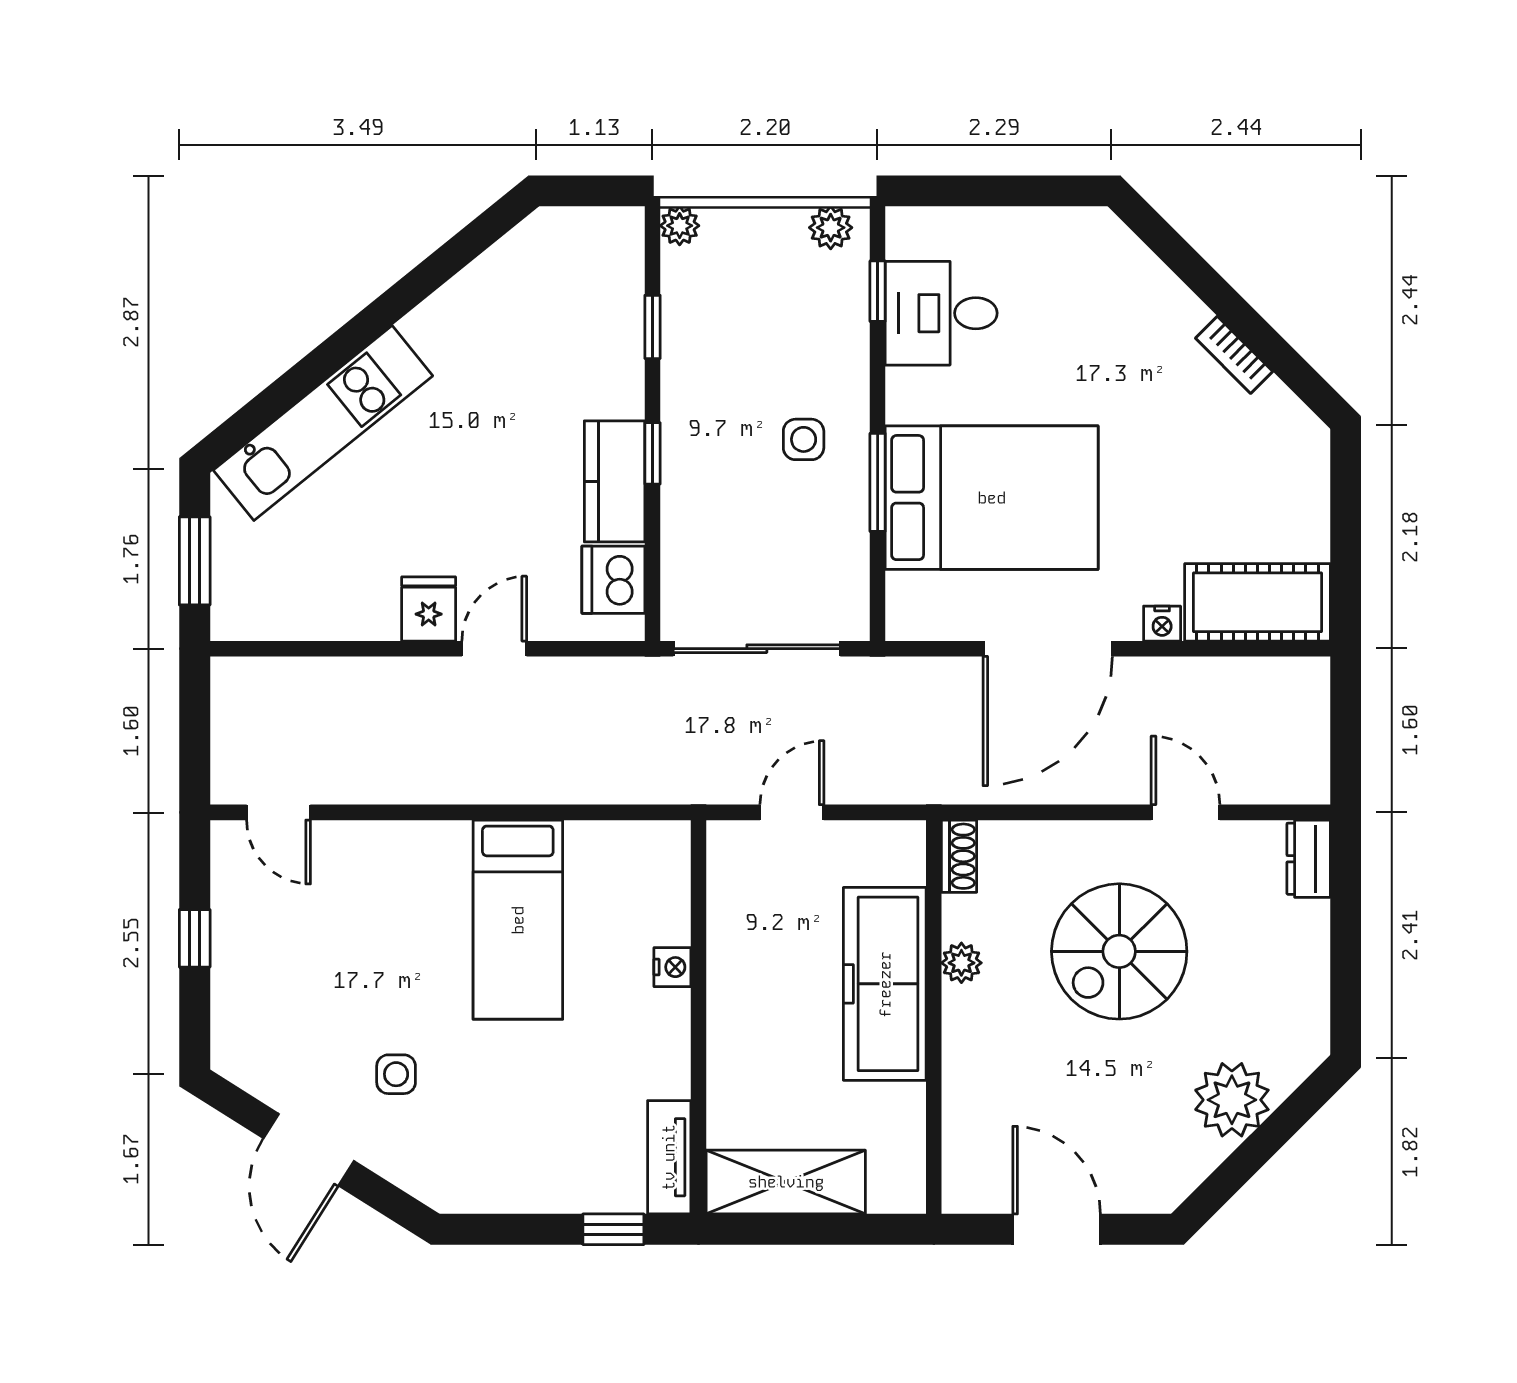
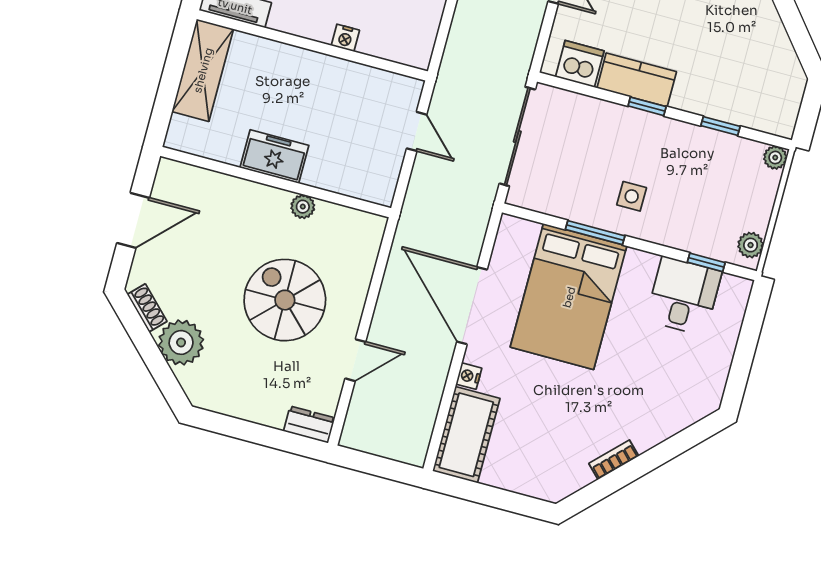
shoe rack: (959, 856) -> (147, 308), moved, turned -135
freezer: (885, 984) -> (274, 157), width x0.52, depth x0.79

